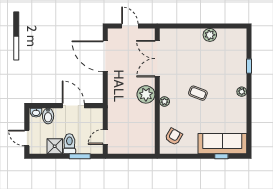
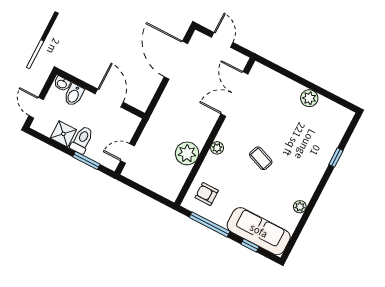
plant: (242, 92) -> (300, 207), moved
plant: (146, 94) -> (187, 153), moved
armchair: (174, 137) -> (207, 194), turned -120
window: (186, 156) -> (210, 224), added

